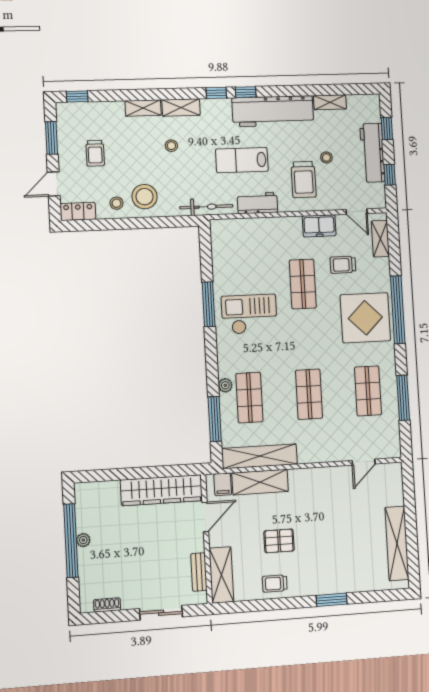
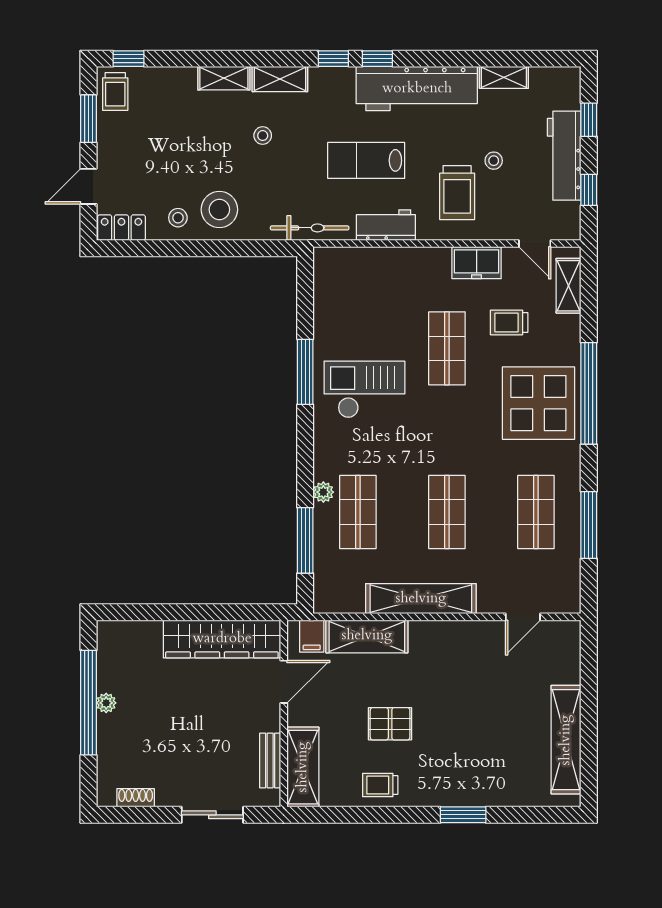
trolley: (95, 153) -> (115, 92), moved
shelving: (260, 456) -> (421, 599), moved

